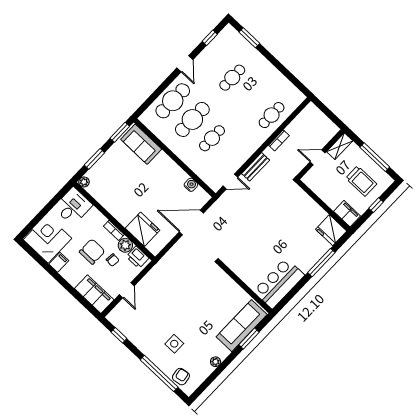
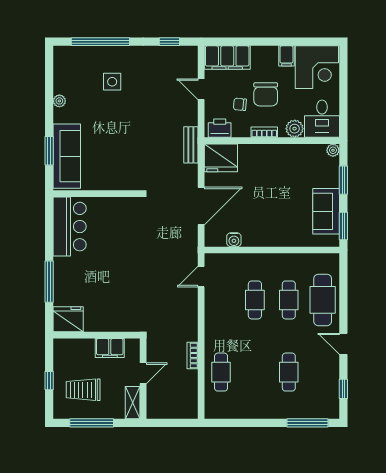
window: (249, 38) -> (308, 423), width x1.44
cafe table: (192, 119) -> (289, 300), width x0.73, depth x0.74
sofa: (141, 144) -> (326, 211), moved, turned -90
bench: (256, 167) -> (191, 145), moved
filing cabinet: (347, 214) -> (110, 348), moved
fridge: (143, 229) -> (221, 158), moved
plant: (125, 245) -> (295, 129), moved
armchair: (181, 377) -> (78, 58), removed

